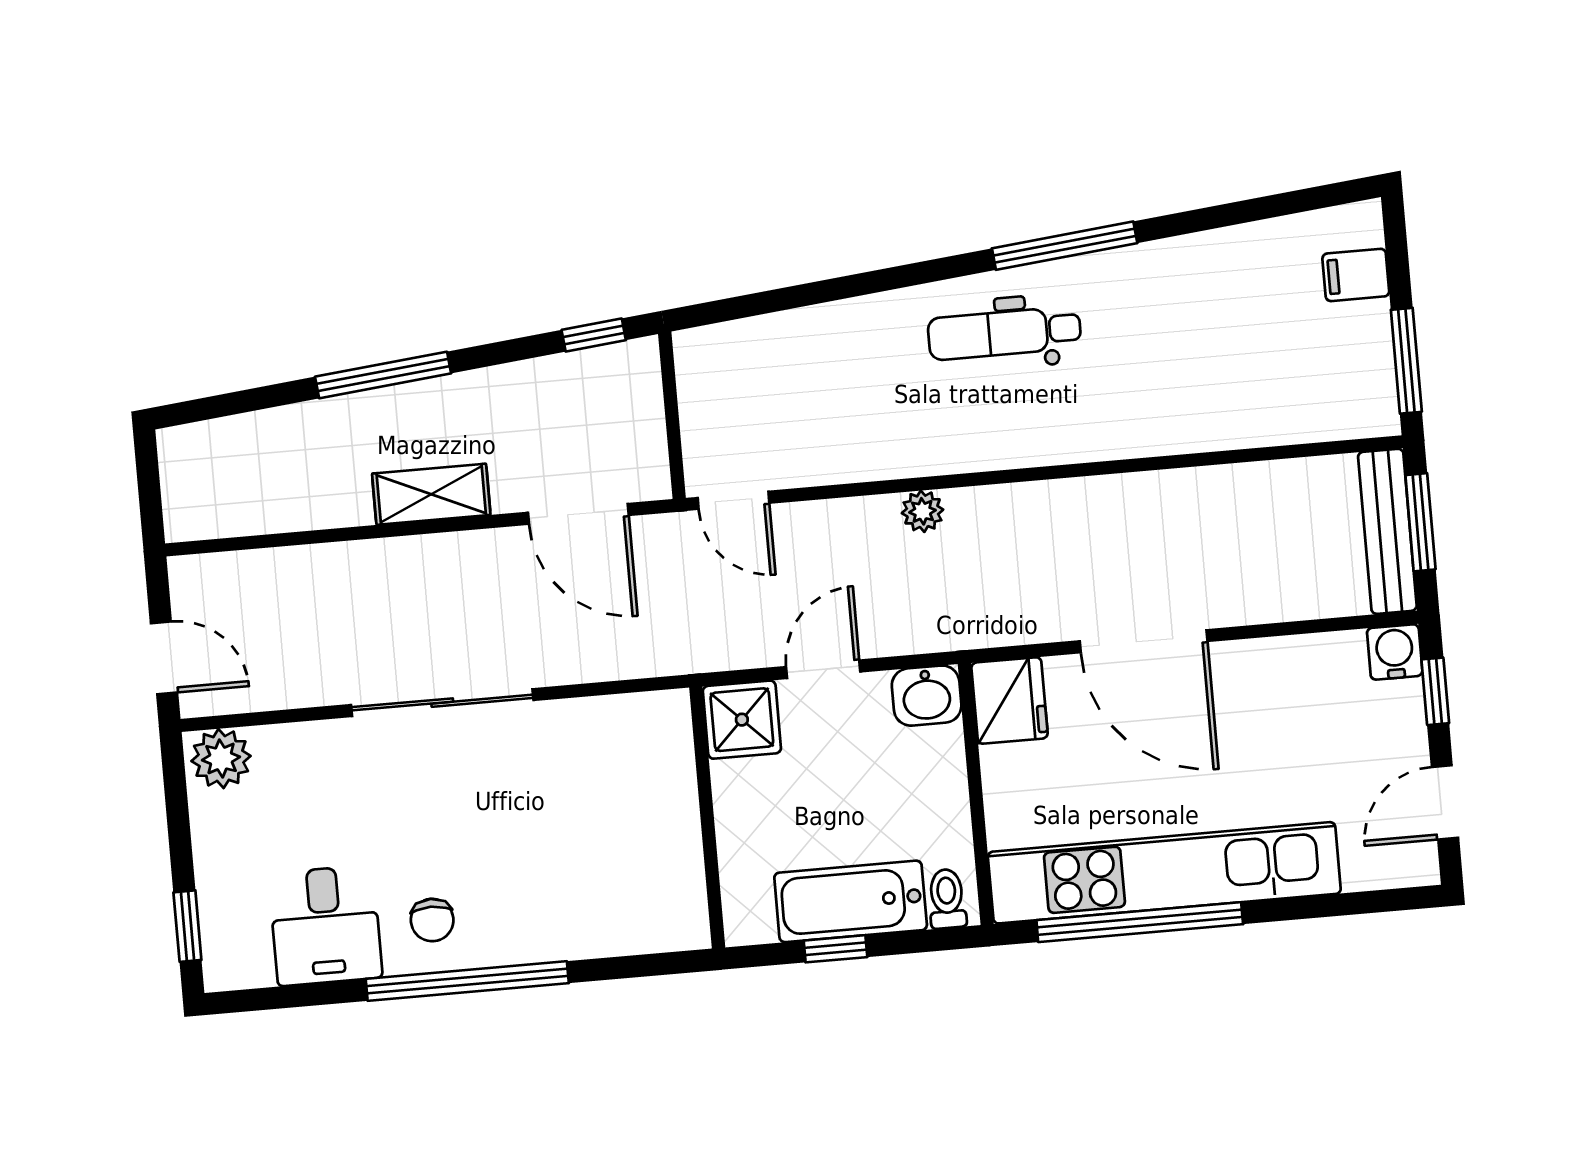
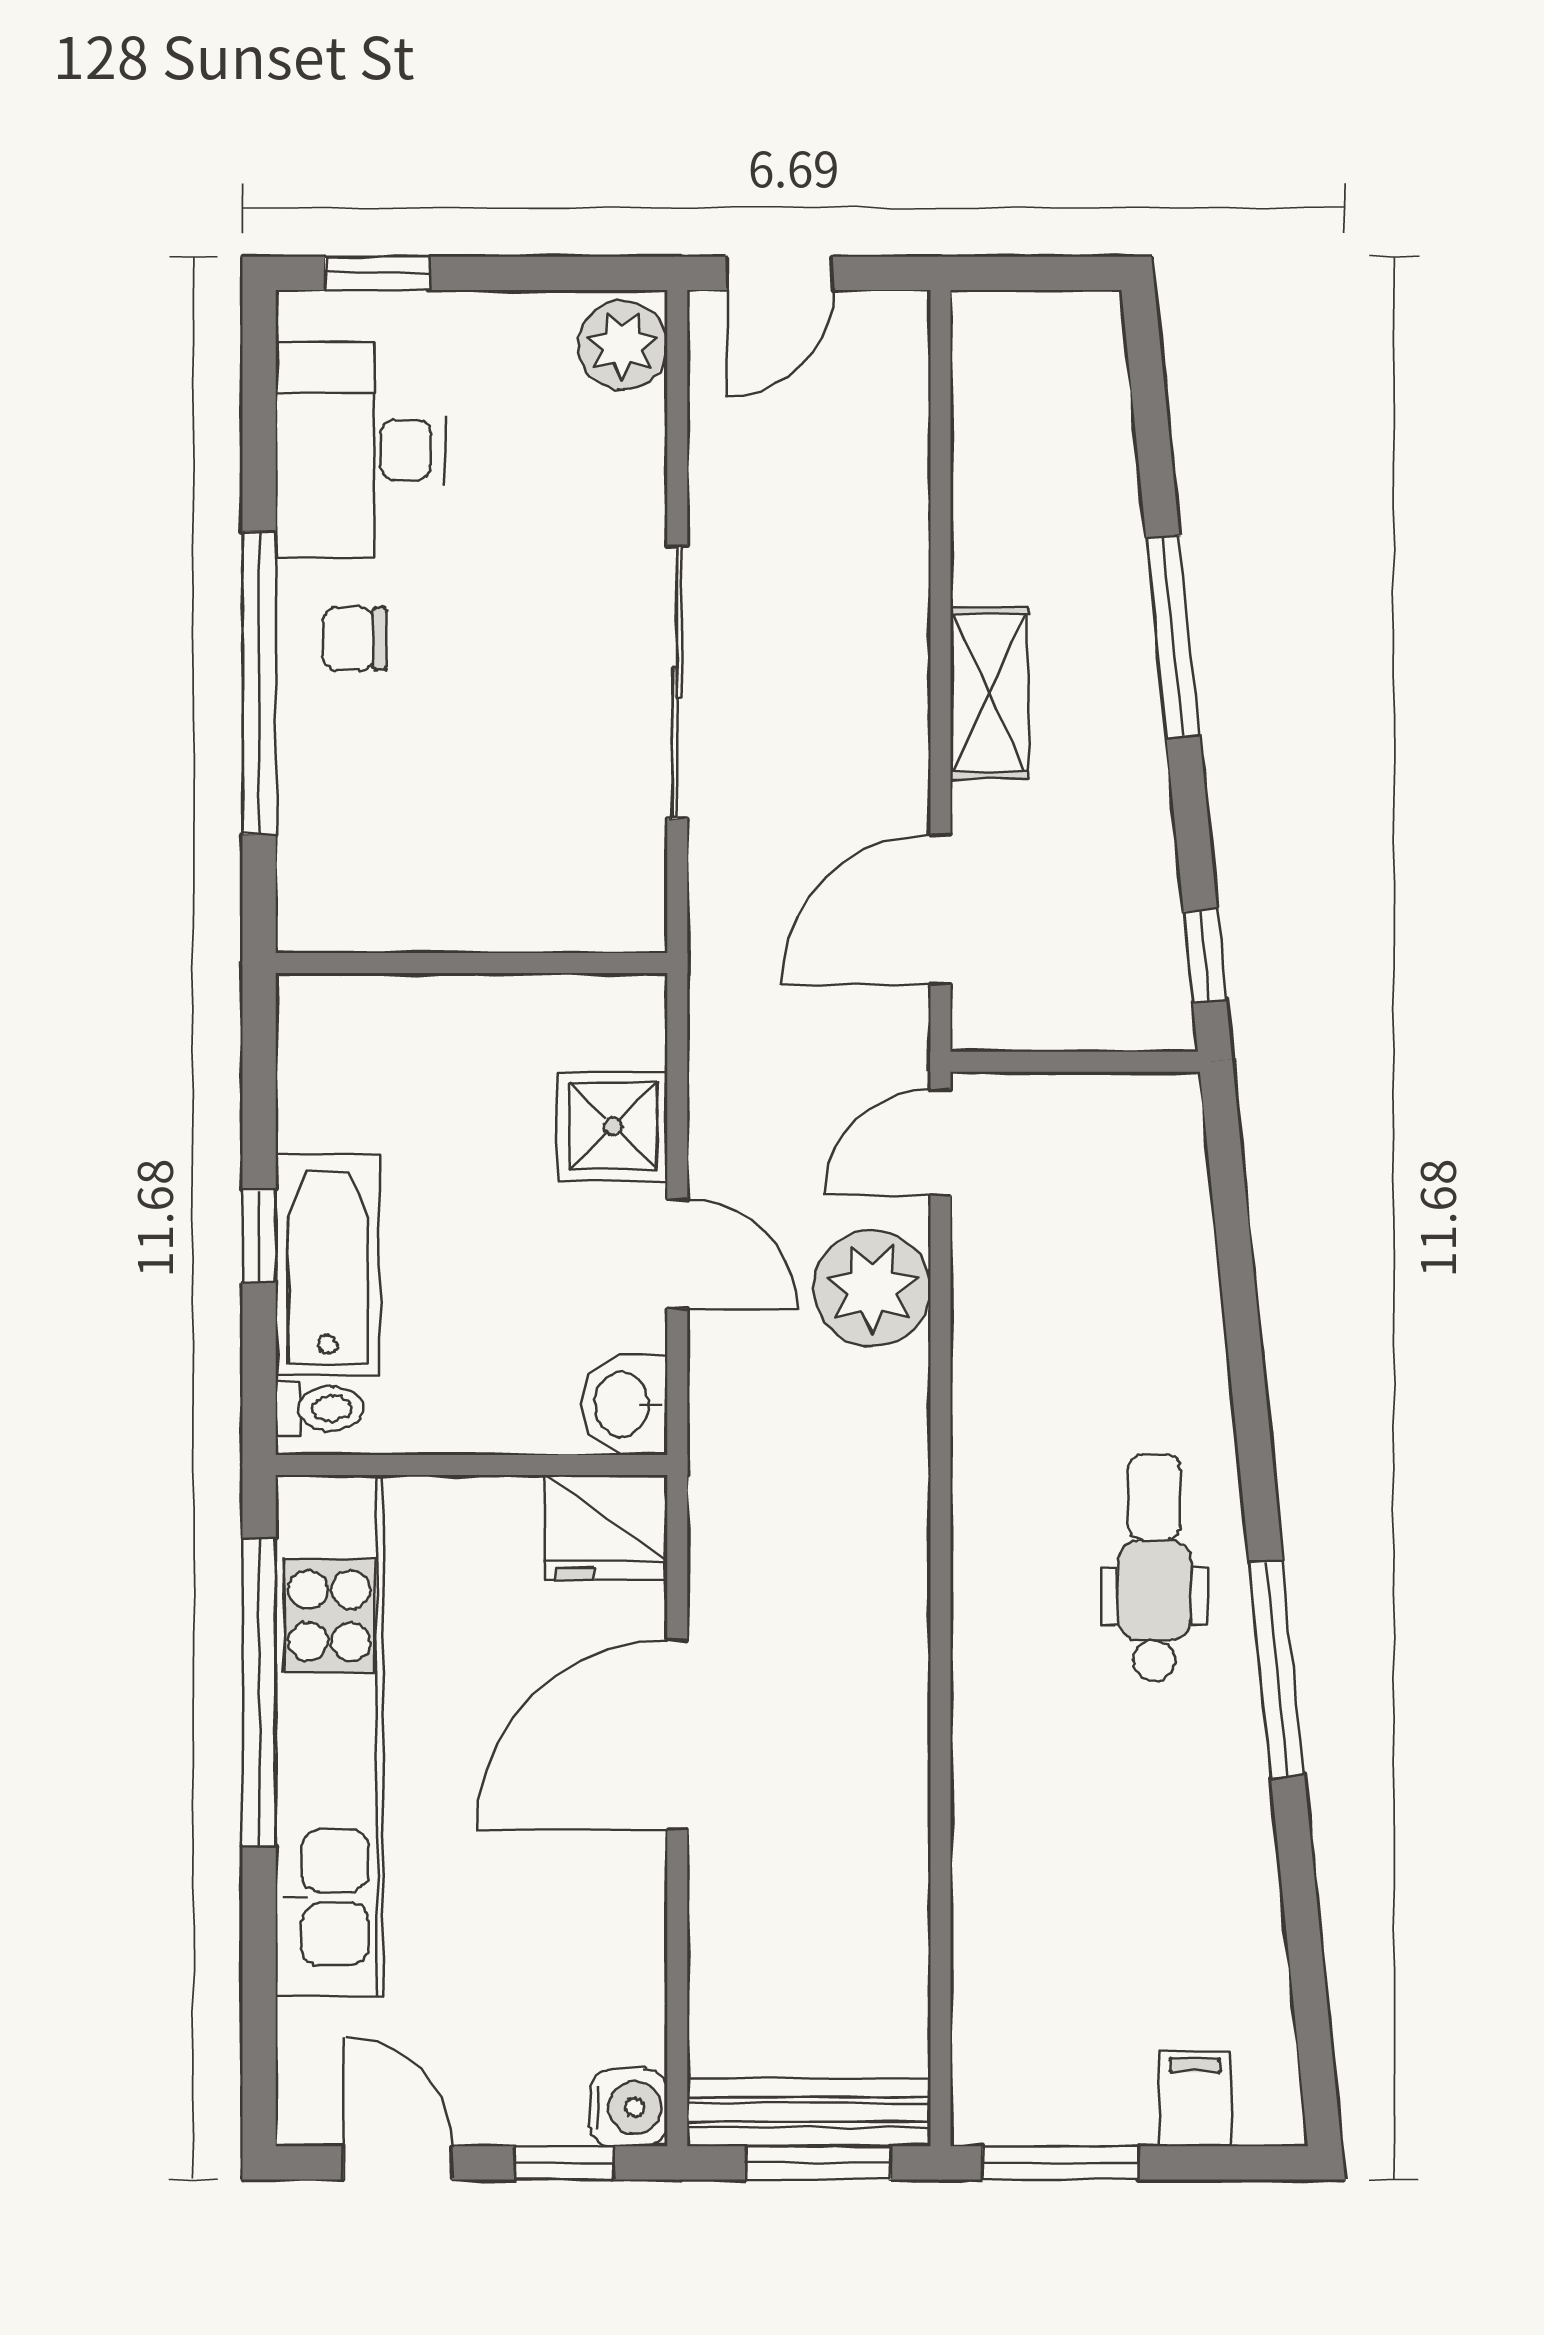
plant: (923, 511) -> (872, 1288), moved, width x1.87, depth x1.87
wall: (707, 817) -> (471, 963), moved
desk: (325, 925) -> (360, 450), width x1.37

